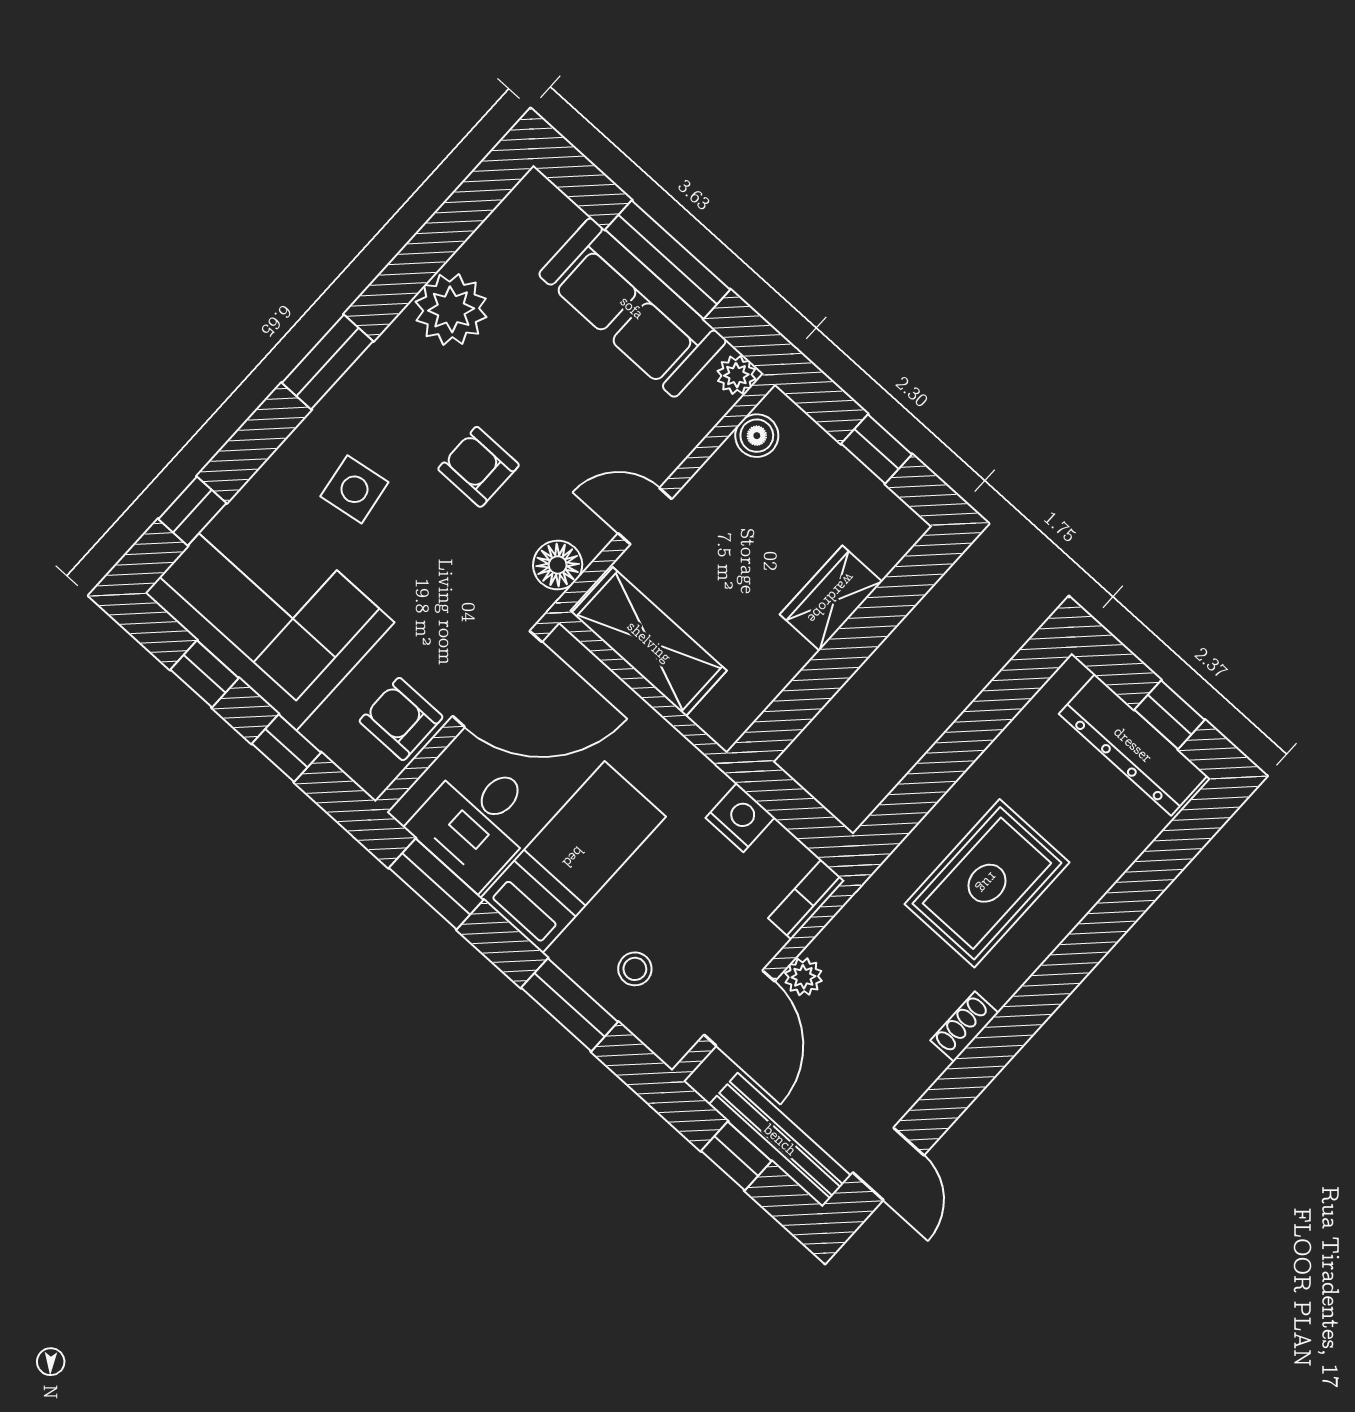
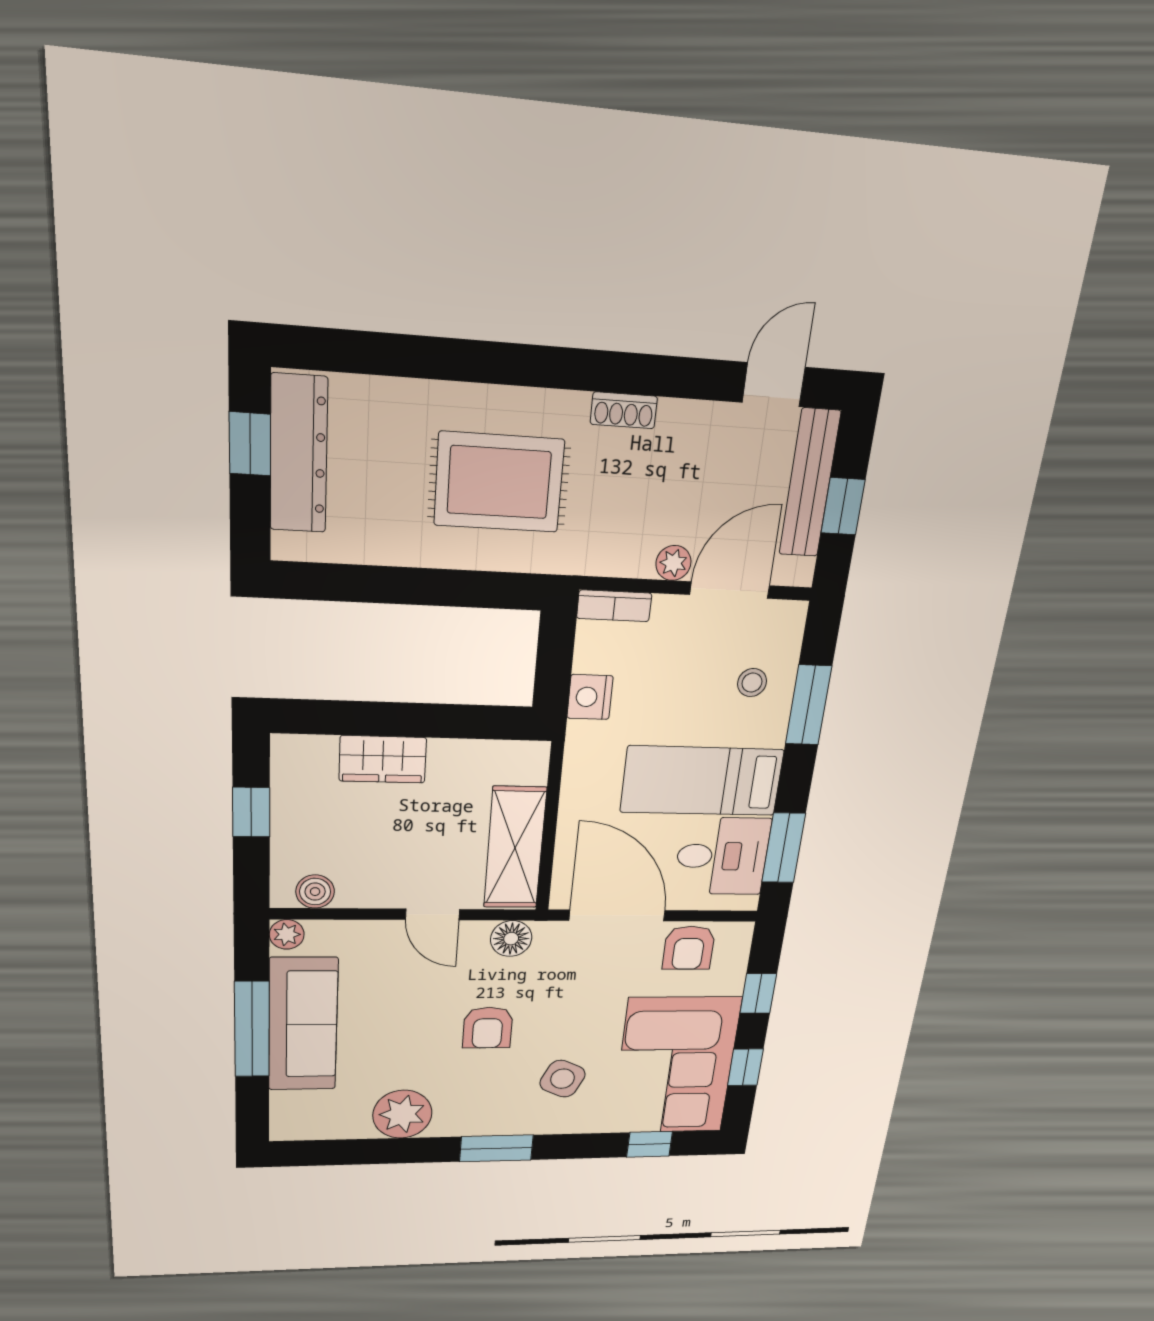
side table: (354, 489) -> (563, 1079), turned 34

